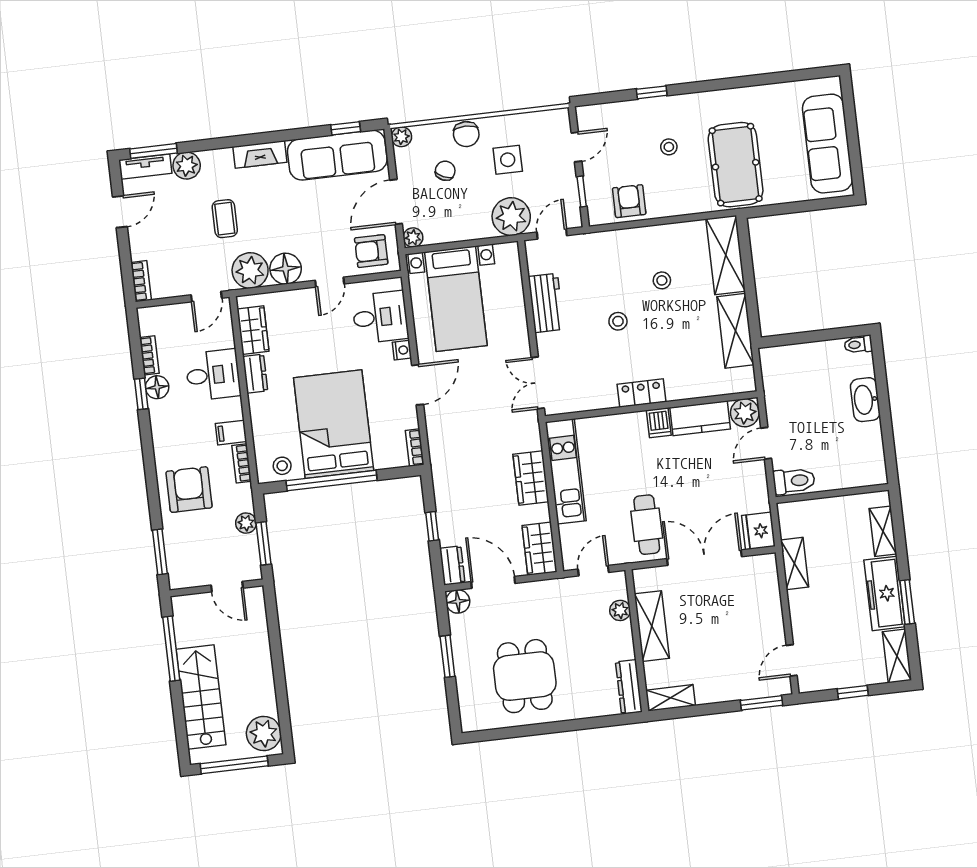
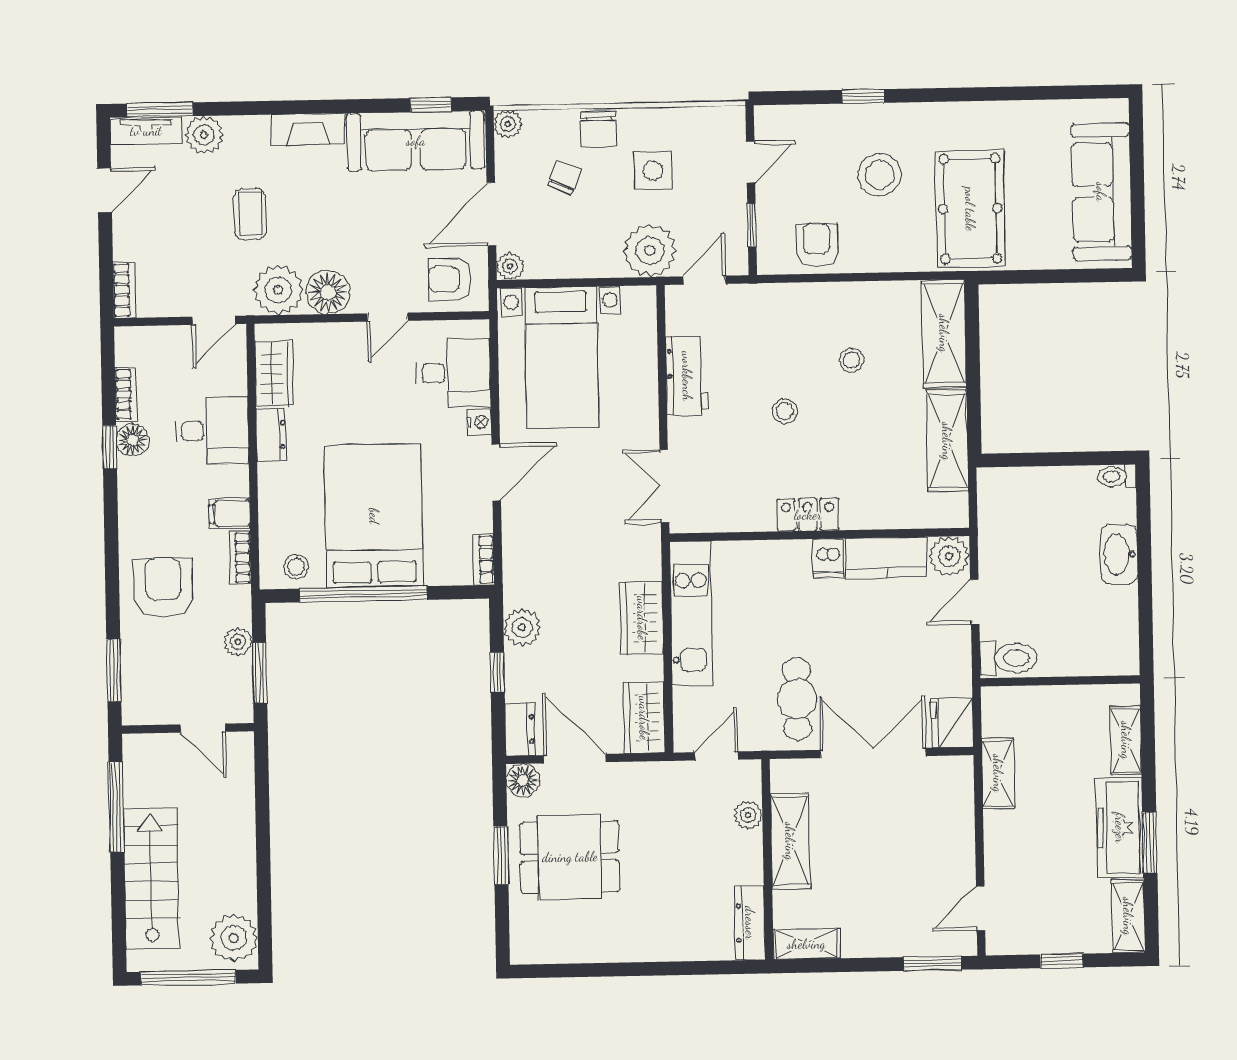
stool: (669, 147) -> (880, 175), width x1.89, depth x1.89
plant: (447, 493) -> (522, 628), added
dining table: (525, 676) -> (570, 857), moved, turned 90

